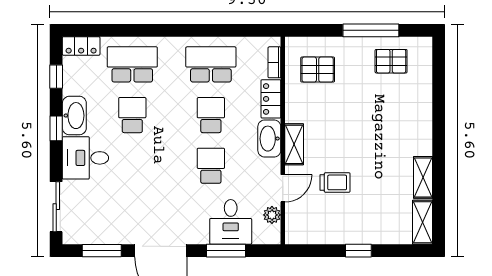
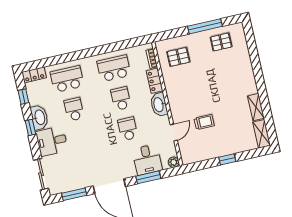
shelving: (294, 144) -> (174, 105), removed
plant: (272, 215) -> (174, 162), moved

